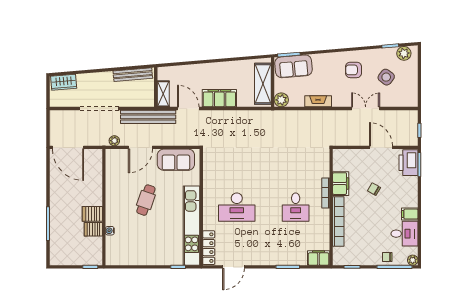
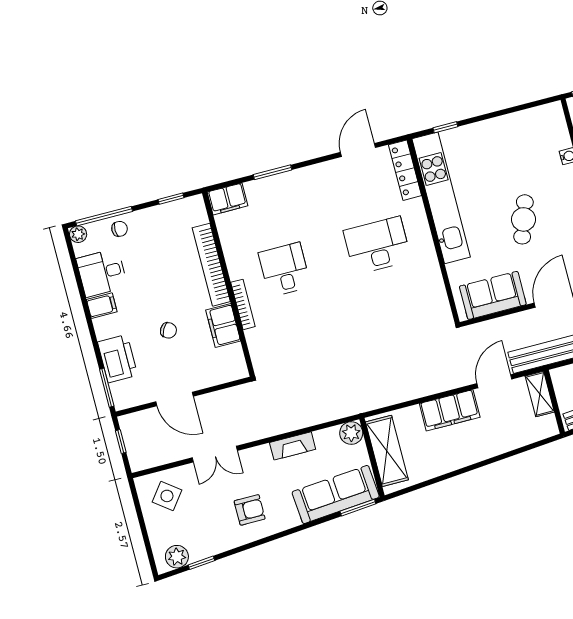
sofa: (293, 66) -> (336, 494), width x1.36
side table: (386, 77) -> (167, 496), moved
door: (188, 108) -> (494, 381), swing flipped
printer: (408, 163) -> (118, 359), moved

